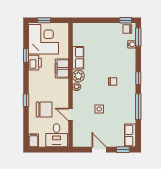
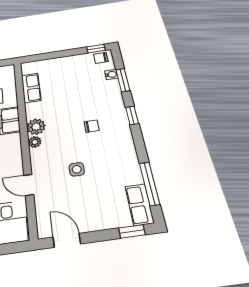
window: (138, 37) -> (123, 80), moved
row of seats: (78, 58) -> (31, 88), moved
window: (138, 107) -> (149, 184), moved
door: (99, 150) -> (67, 240), moved

